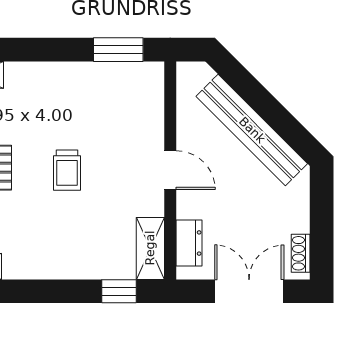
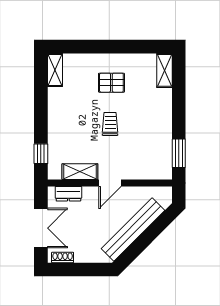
trolley: (67, 170) -> (110, 124), turned 90
shelving: (150, 248) -> (80, 172), moved

